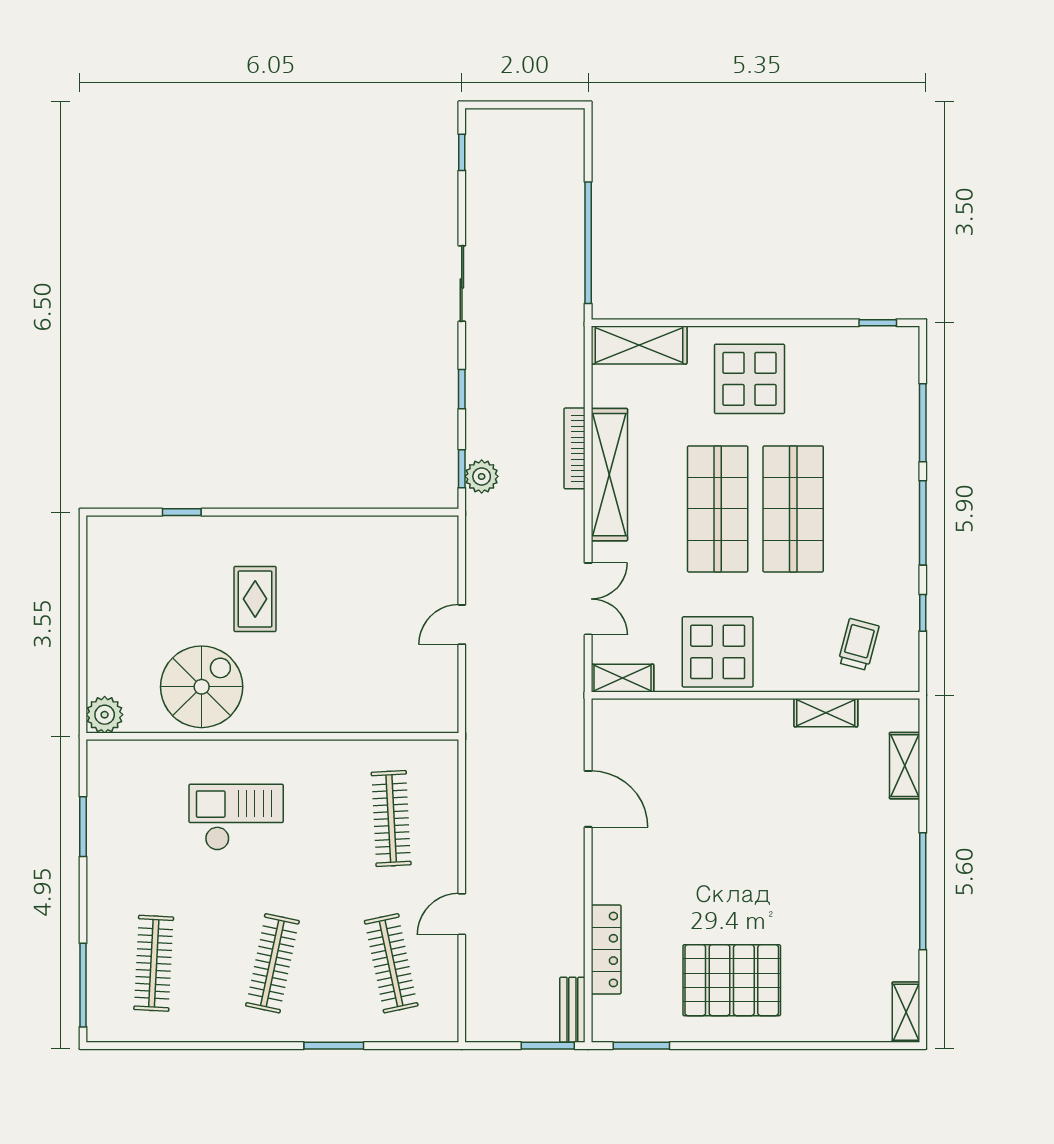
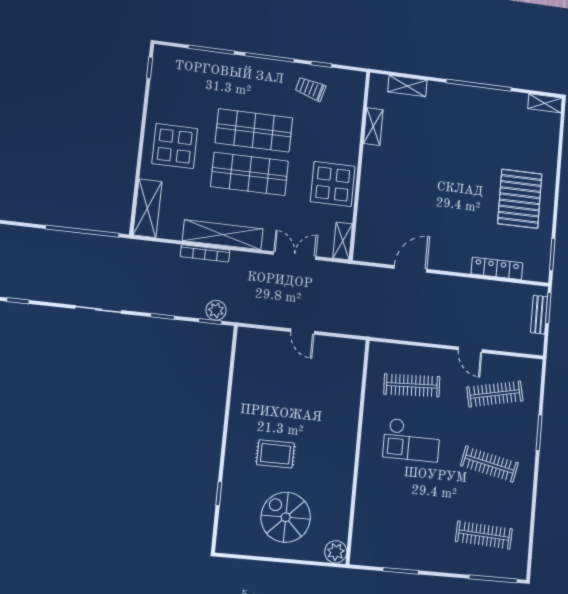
trolley: (859, 644) -> (310, 89), moved
spiral stairs: (202, 687) -> (286, 517), moved
checkout: (236, 817) -> (412, 440), moved, turned -90
bench: (572, 1010) -> (539, 315), moved, turned 90

